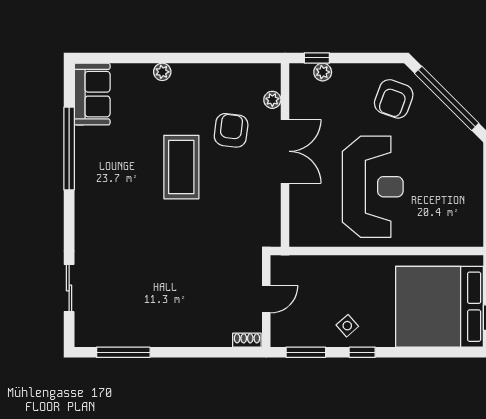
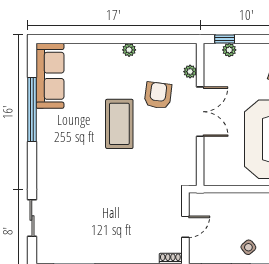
plant: (162, 72) -> (129, 50), moved
sofa: (92, 94) -> (50, 76), width x1.36

